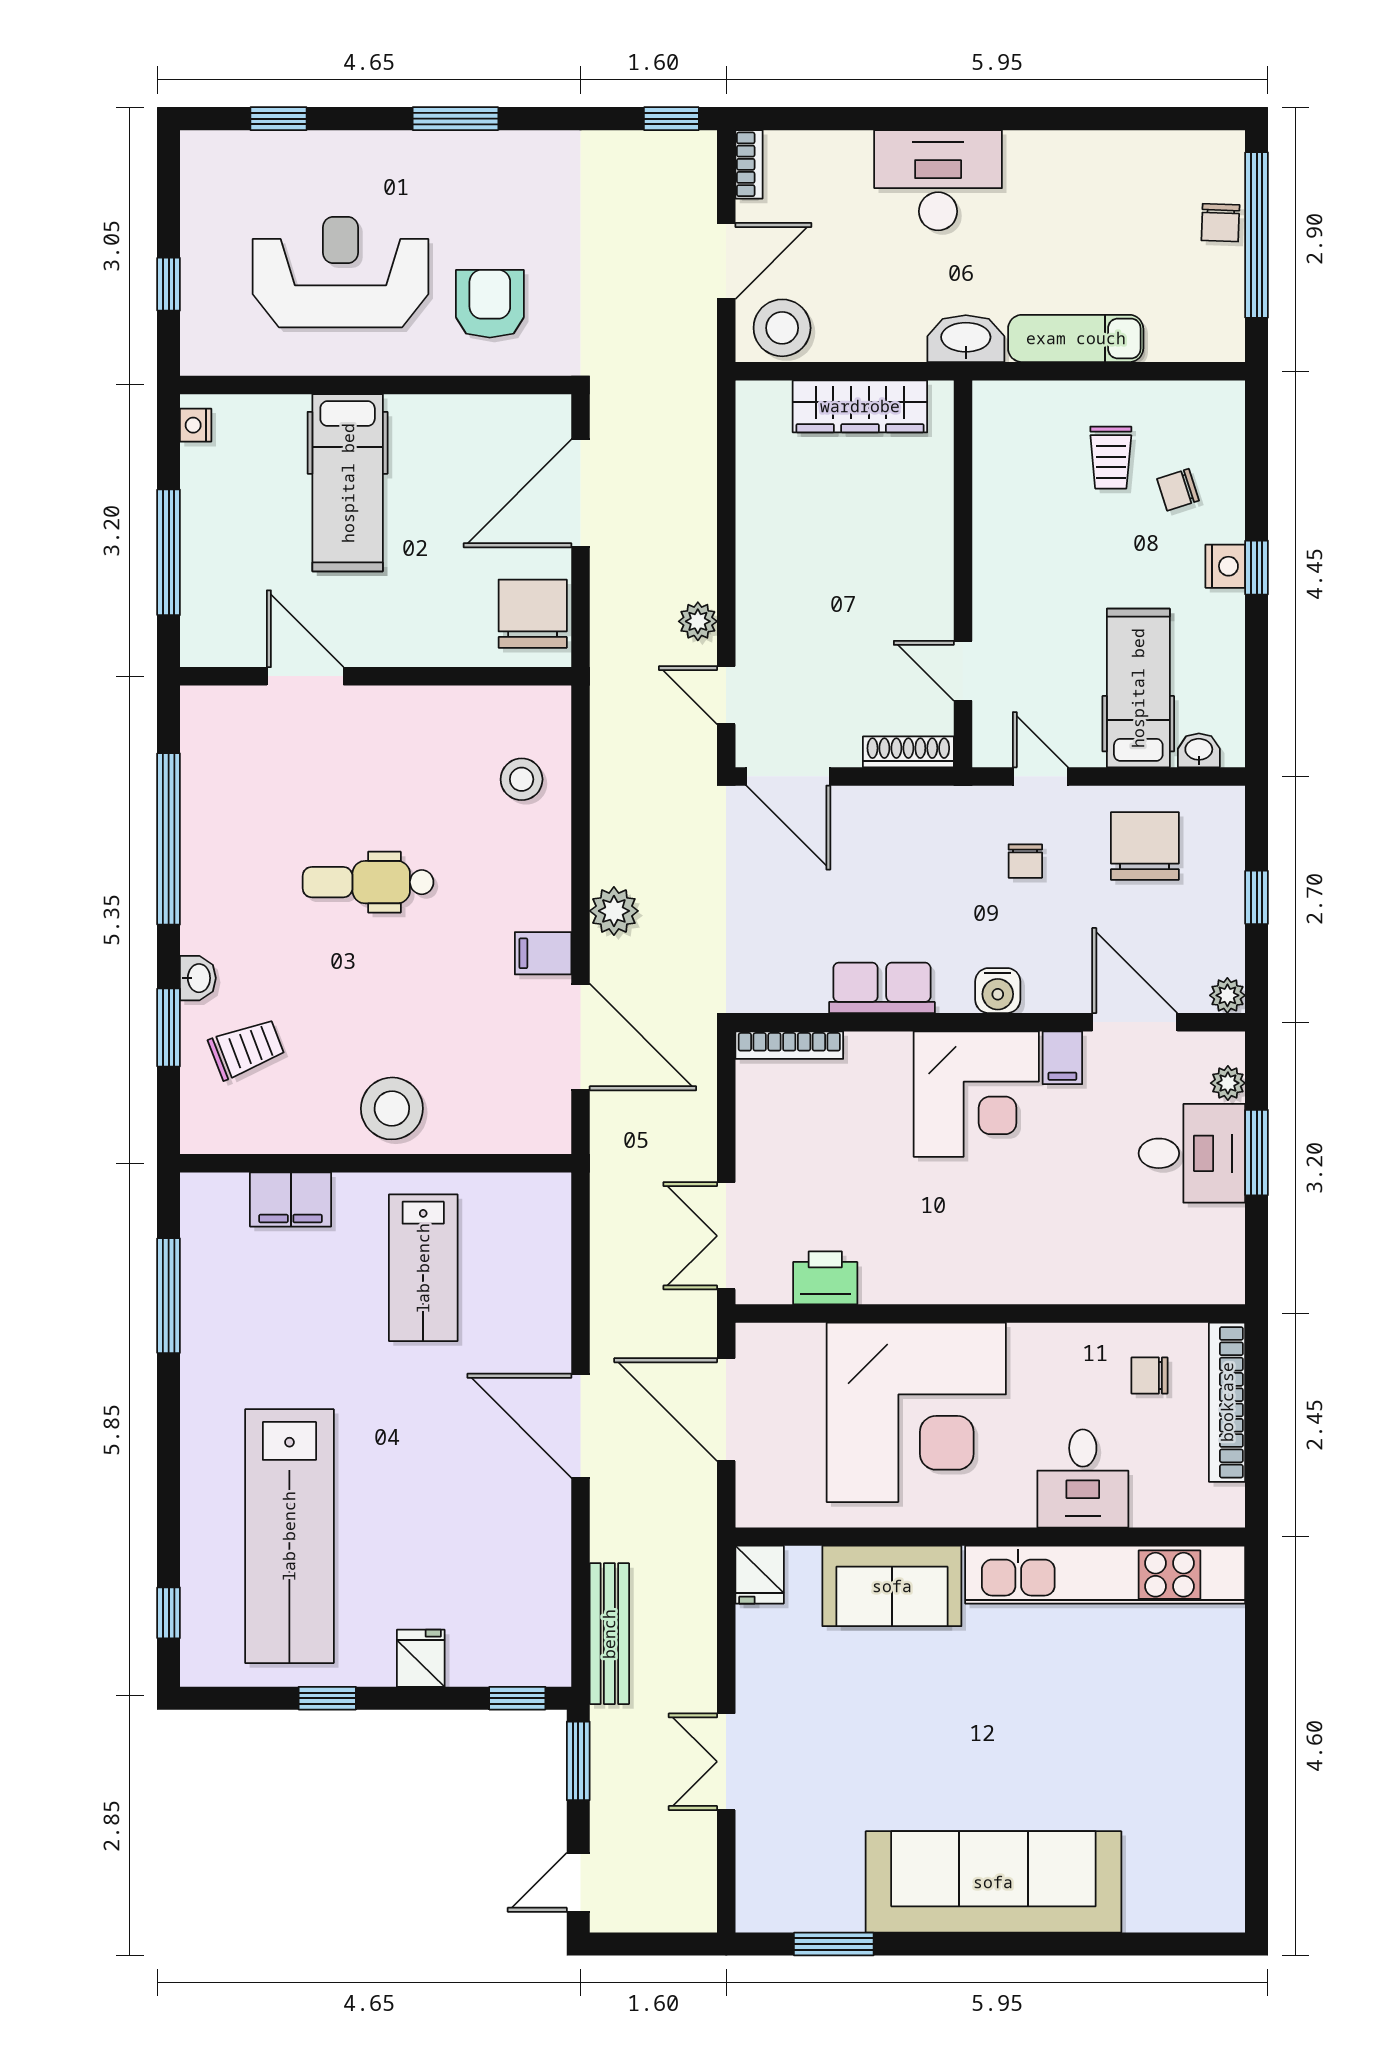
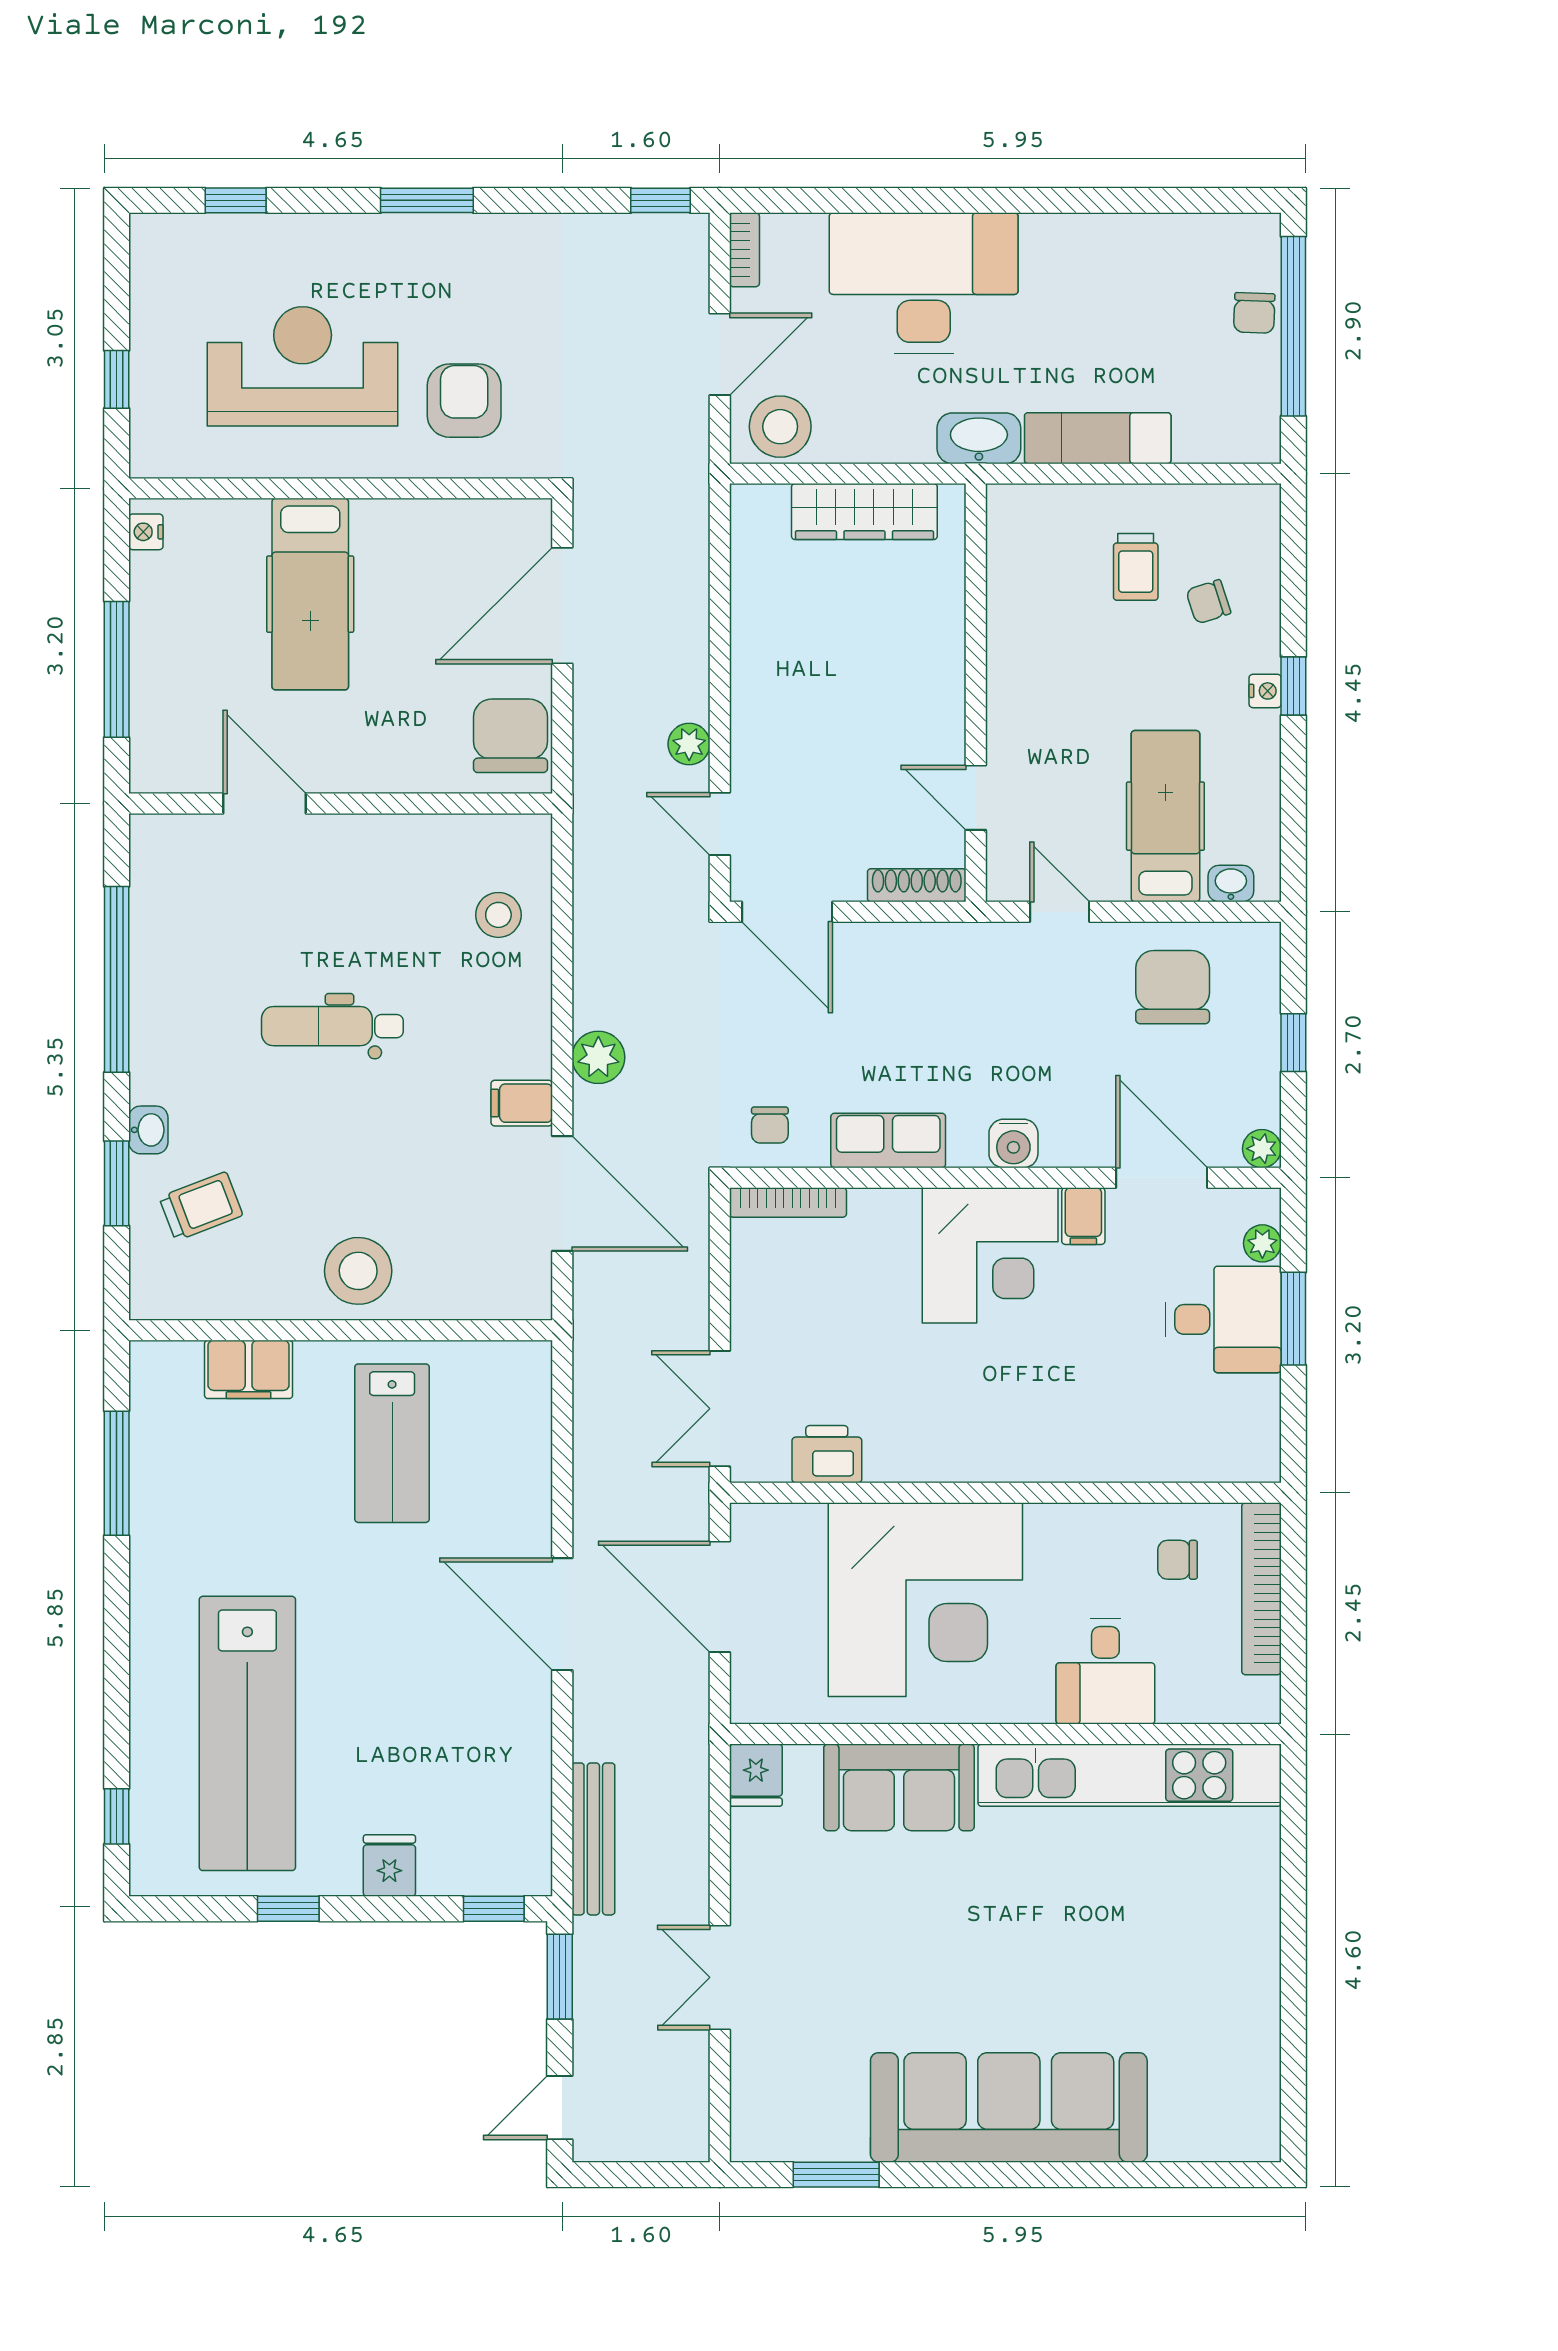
desk: (938, 180) -> (924, 283), width x1.36, depth x1.30
nightstand: (1225, 566) -> (1265, 691), width x0.72, depth x0.74
chair: (1025, 861) -> (770, 1125), moved

